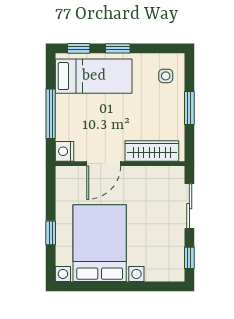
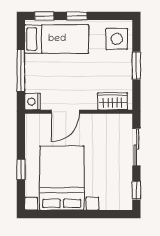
side table: (166, 76) -> (117, 39), width x1.87, depth x1.87
wardrobe: (152, 151) -> (113, 101), width x0.67

